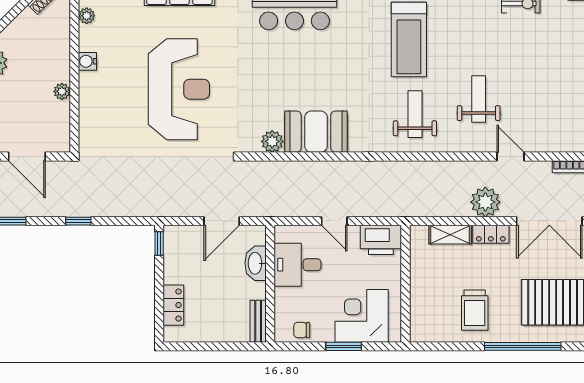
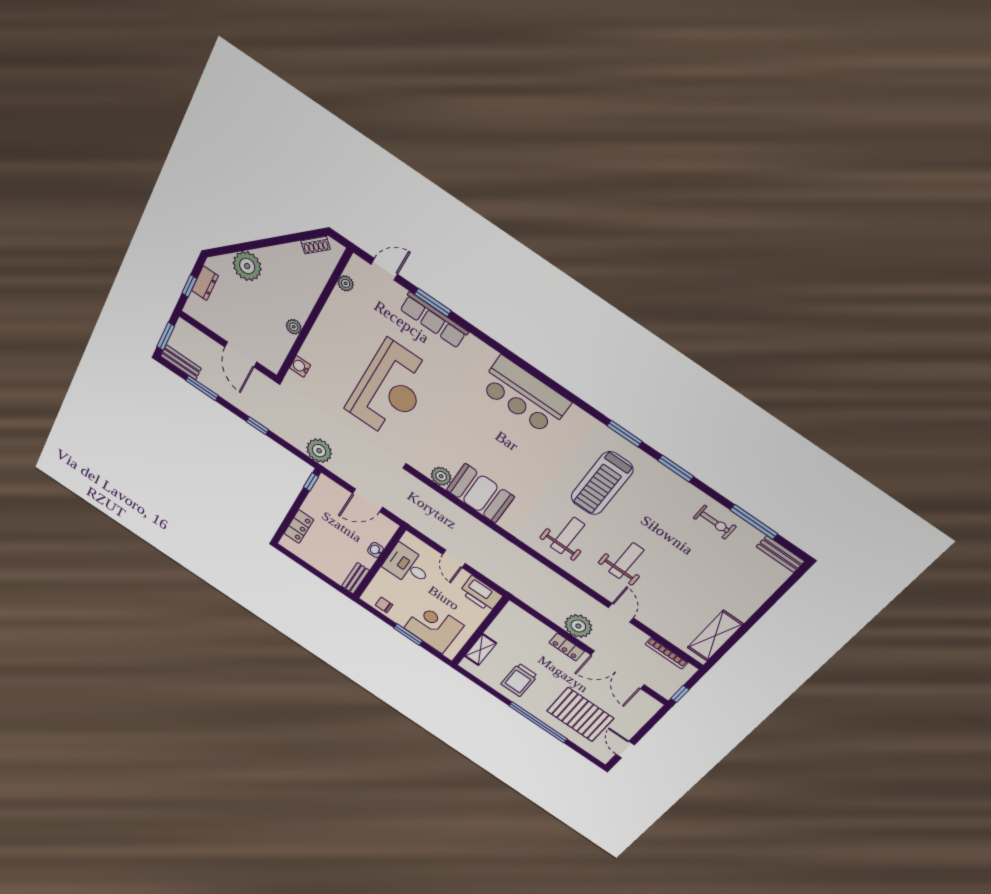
water cooler: (87, 61) -> (300, 366), moved
plant: (149, 203) -> (319, 451), added
shelving: (450, 235) -> (481, 650), moved, turned 90
washbasin: (256, 263) -> (375, 550), width x0.52, depth x0.69

